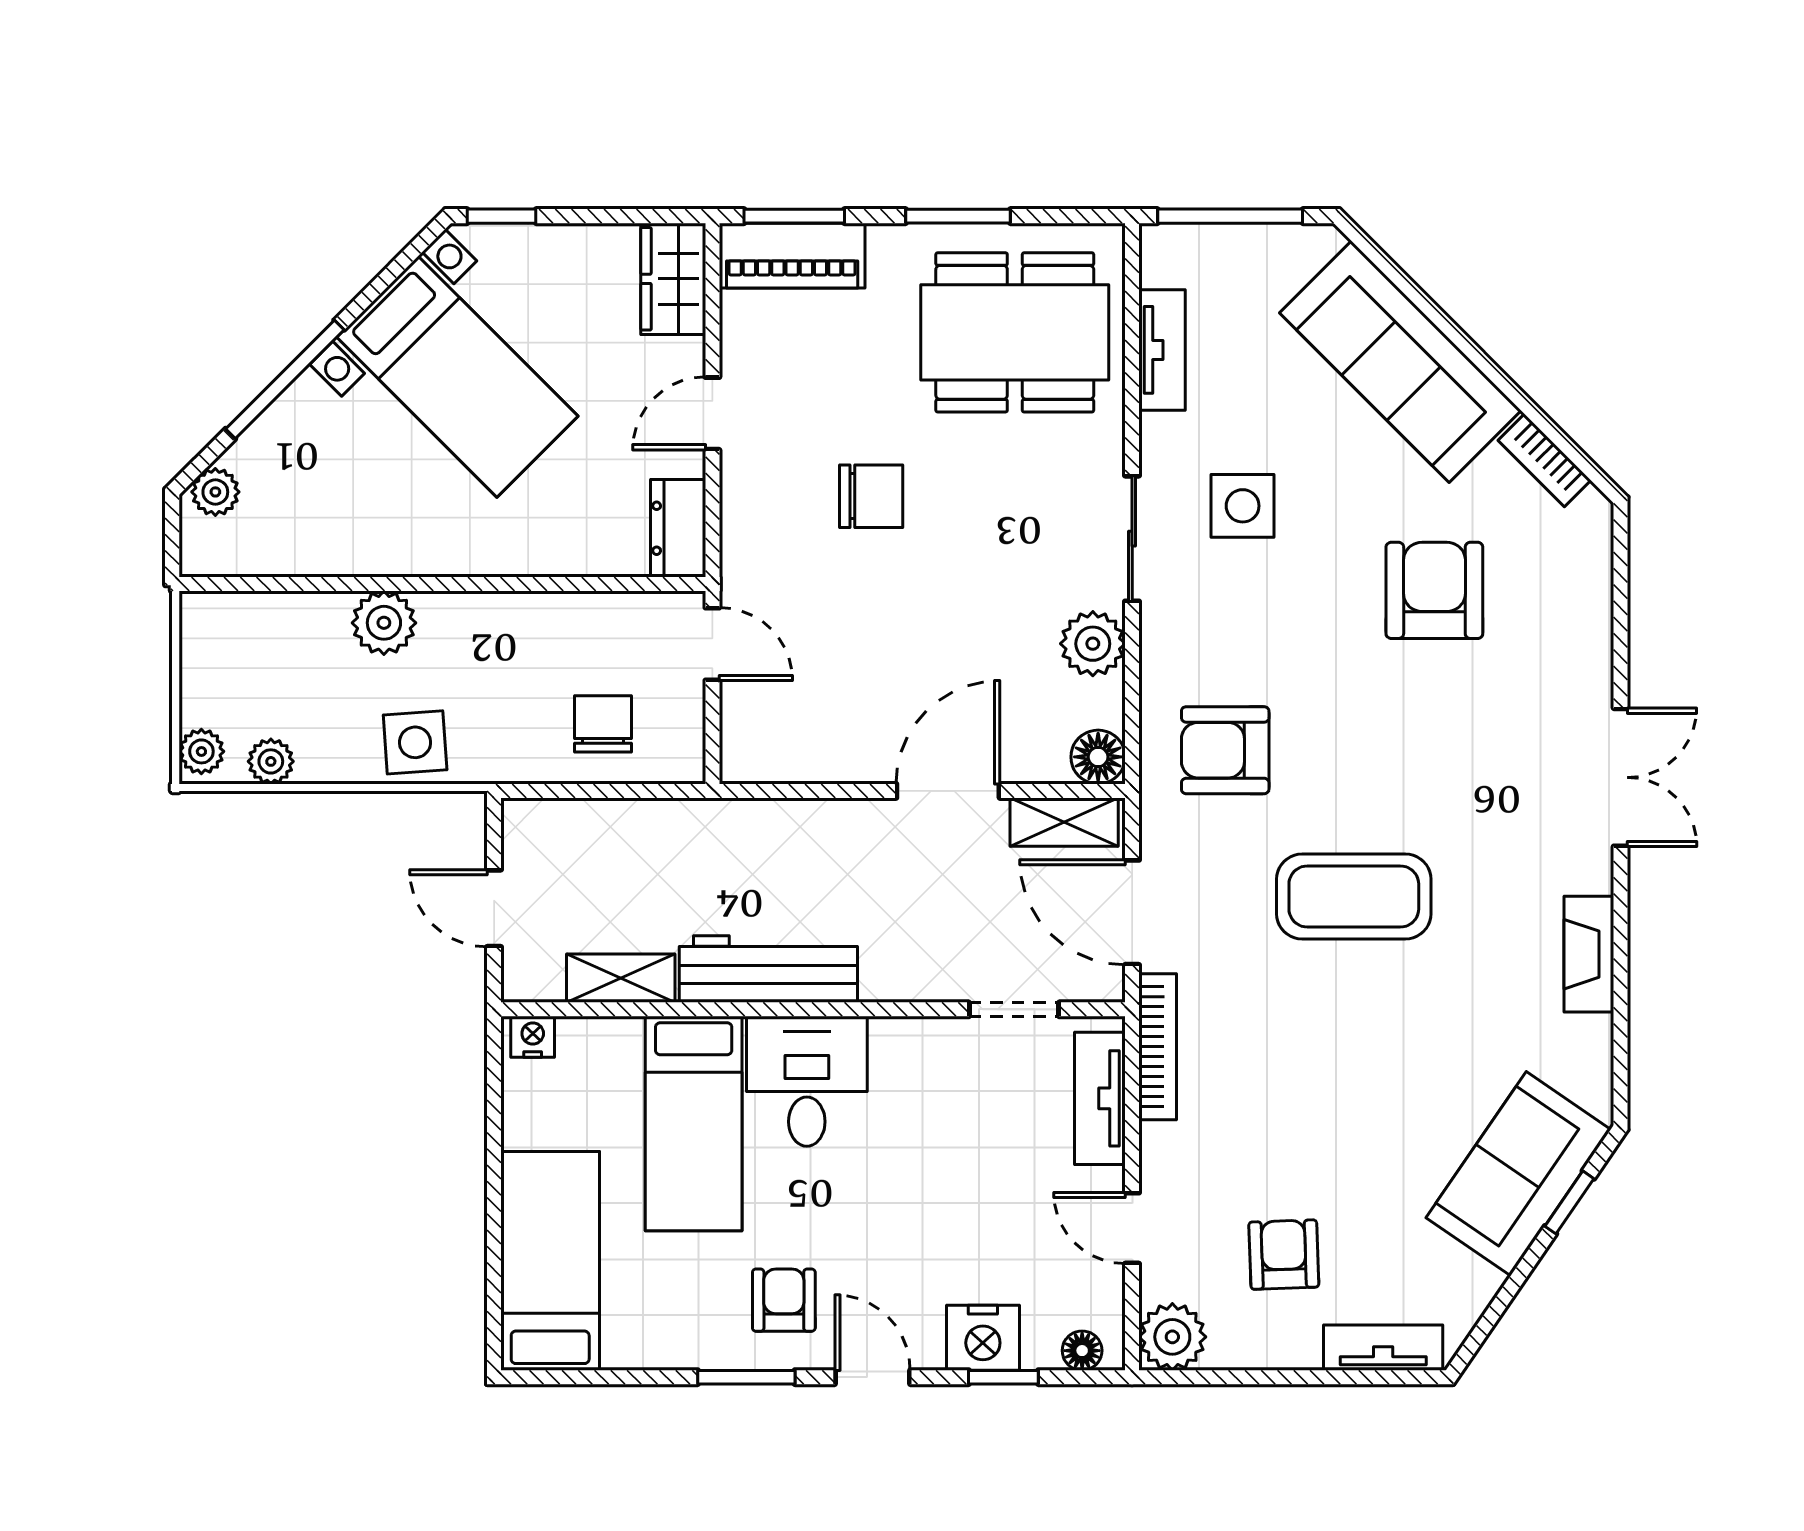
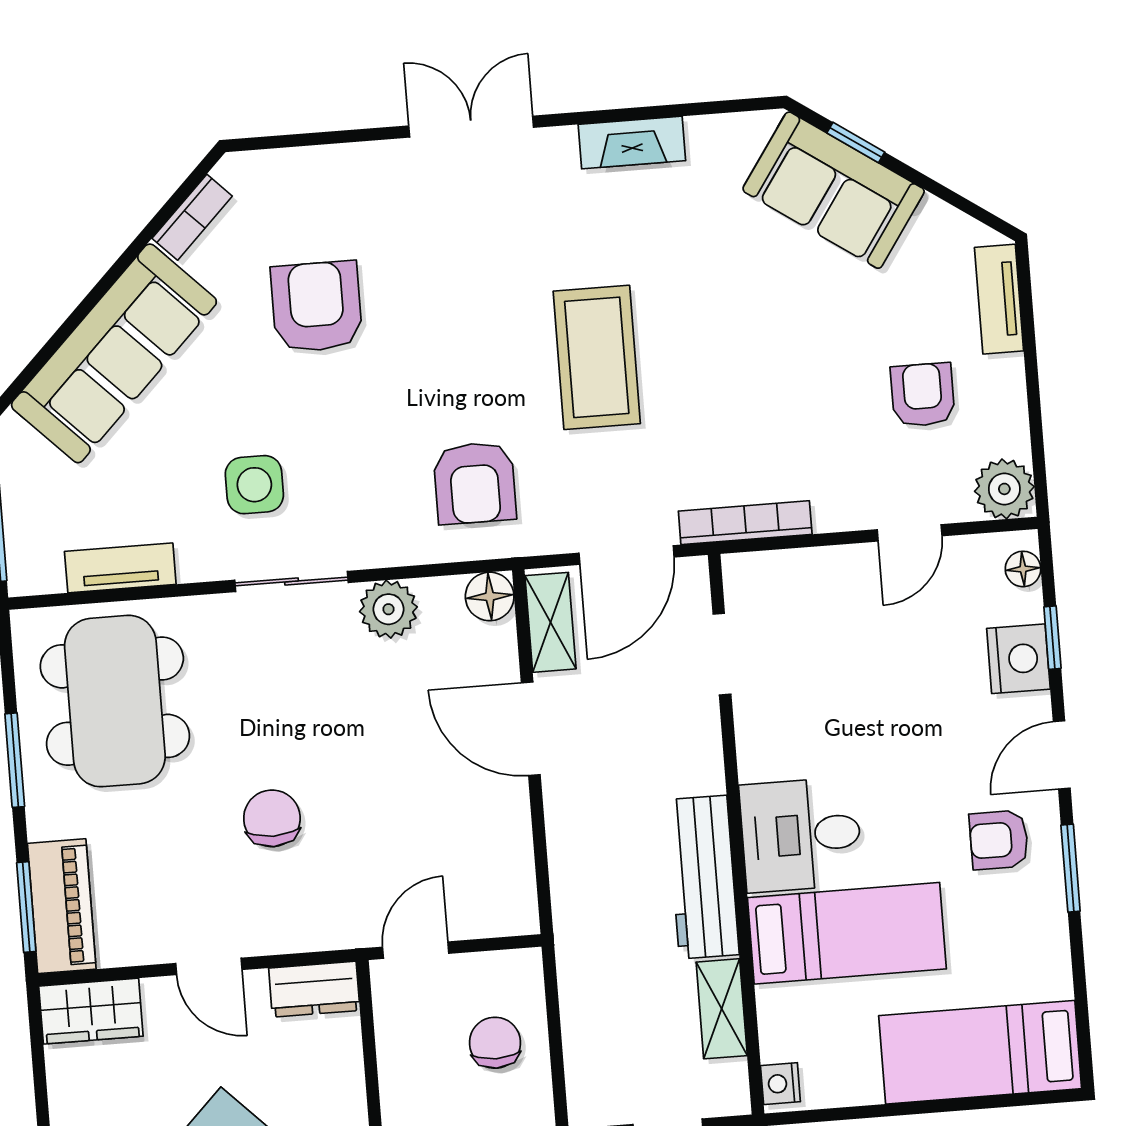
armchair: (1434, 590) -> (317, 307), turned 90
chair: (603, 724) -> (495, 1043), turned 90
tv unit: (1100, 1098) -> (796, 571), removed
armchair: (1284, 1255) -> (923, 395), turned 92

